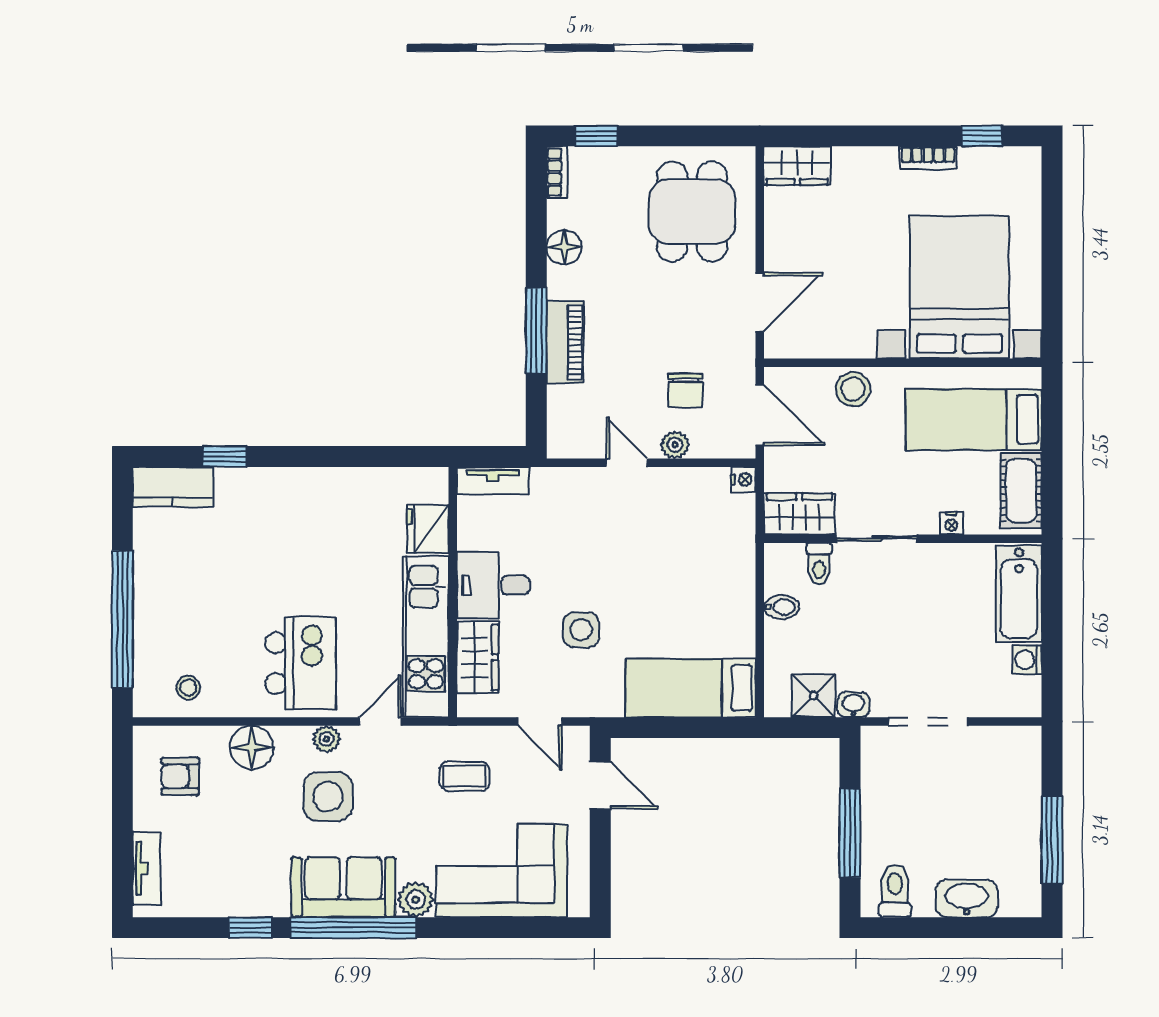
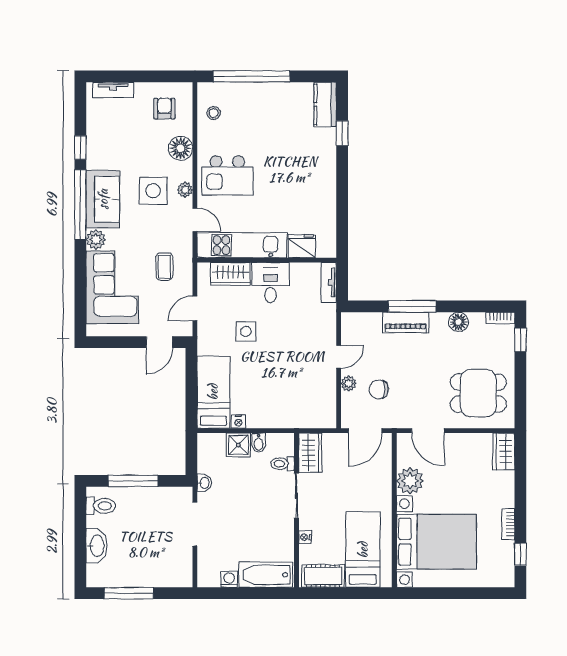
plant: (850, 334) -> (410, 481), added
stool: (853, 389) -> (380, 483), removed
nightstand: (743, 480) -> (238, 422), moved
shower: (813, 696) -> (238, 445), moved

